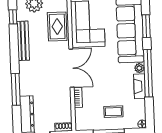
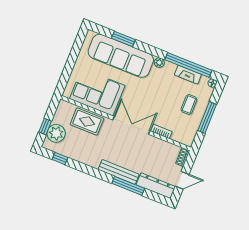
bench: (23, 41) -> (119, 172), moved
window: (148, 73) -> (188, 65), moved
fireplace: (139, 86) -> (188, 75), moved

